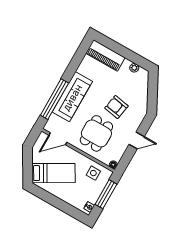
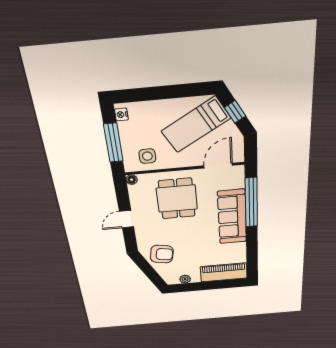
armchair: (116, 107) -> (162, 254), moved
window: (28, 166) -> (235, 112), added

